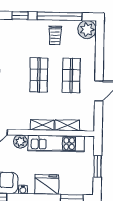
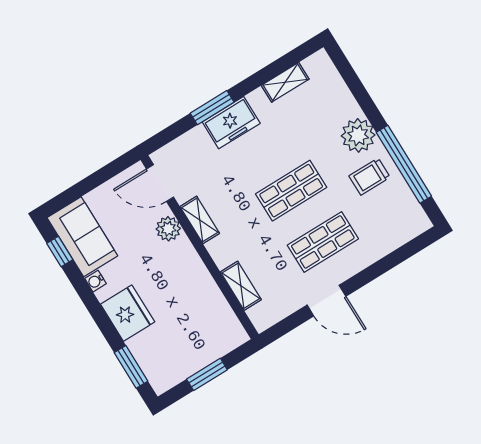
window: (20, 16) -> (365, 101), removed
plant: (87, 30) -> (358, 135), moved
shelving: (42, 125) -> (200, 220), moved
kitchen unit: (56, 143) -> (201, 287), removed

